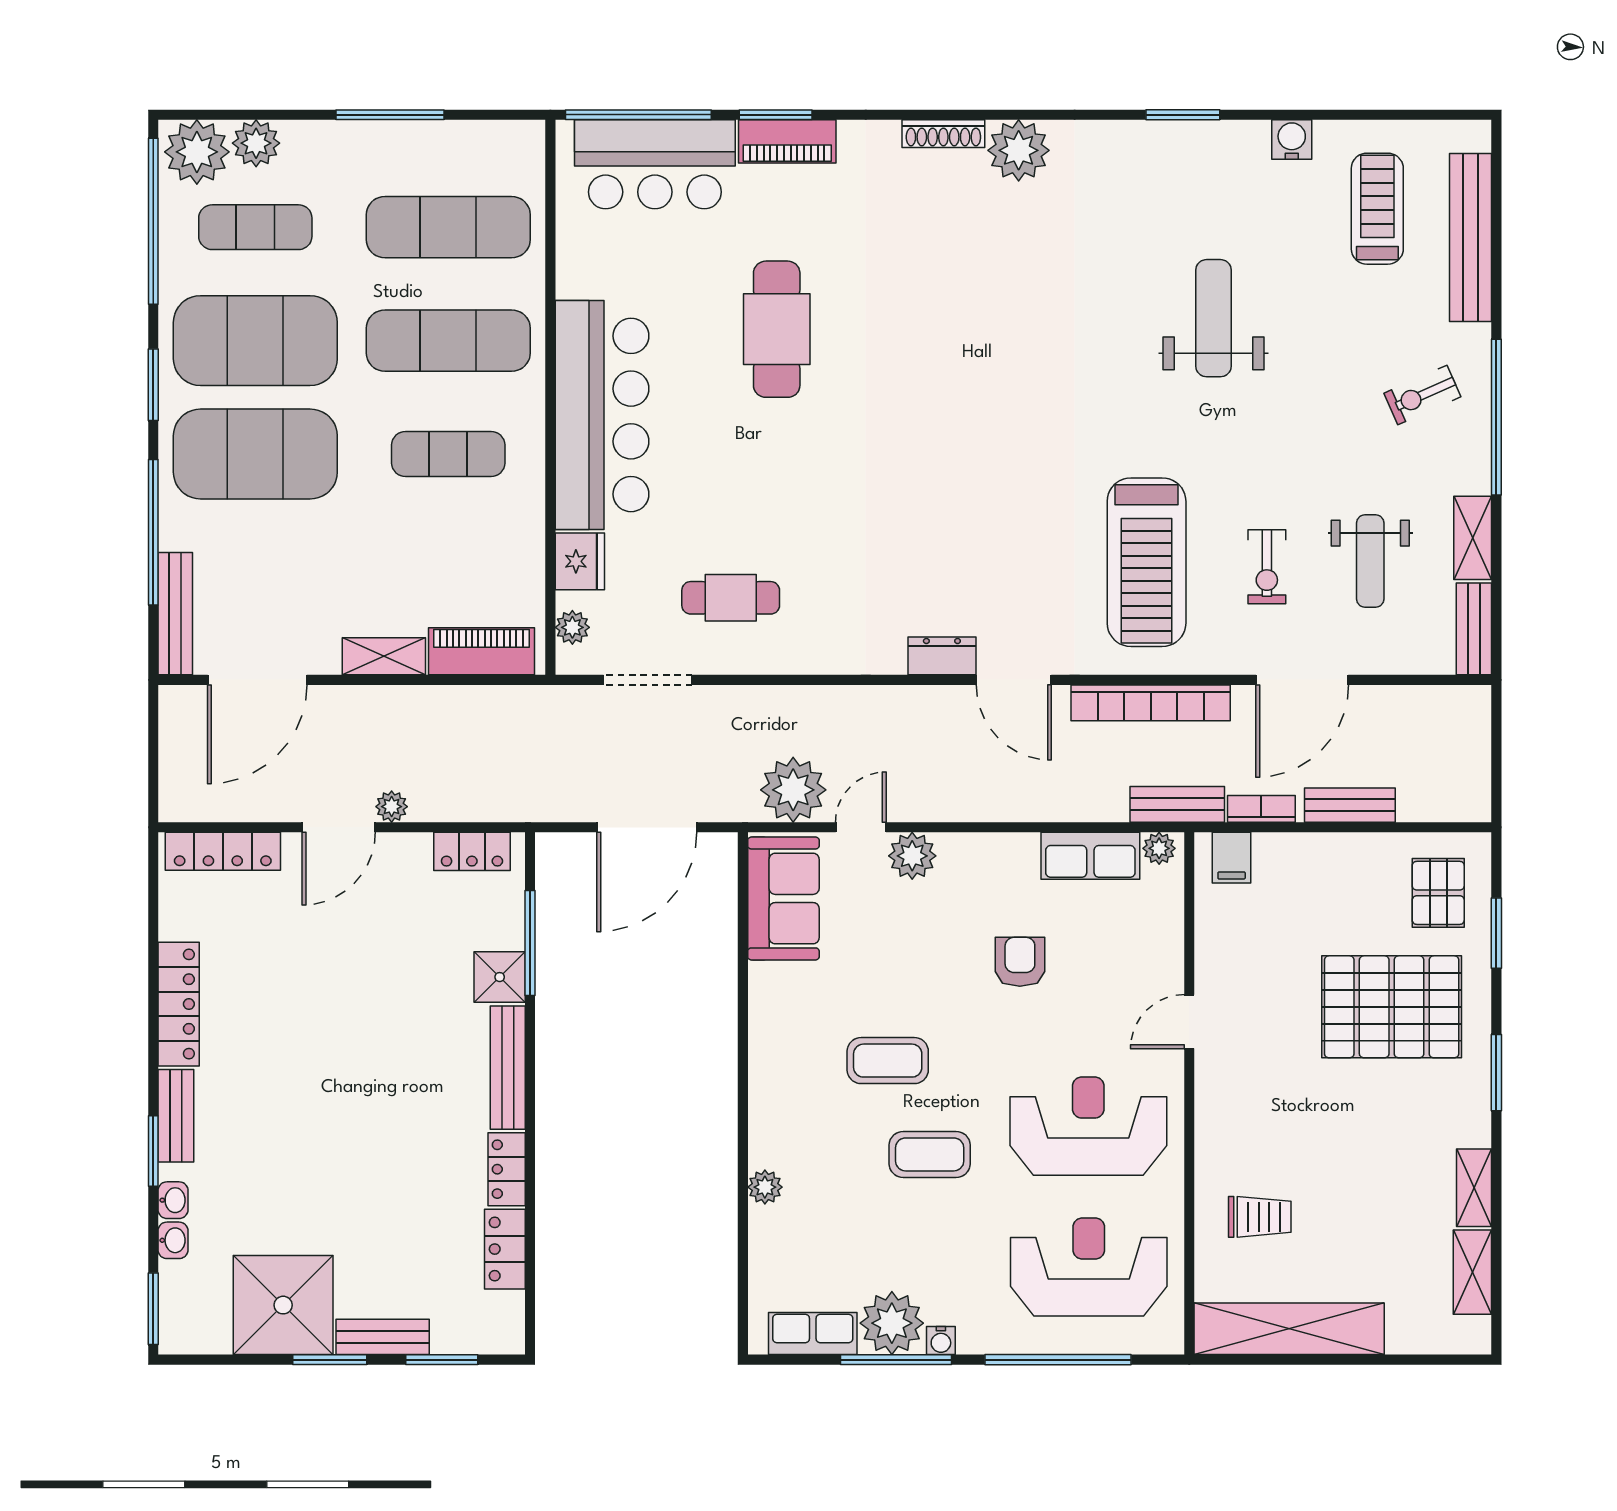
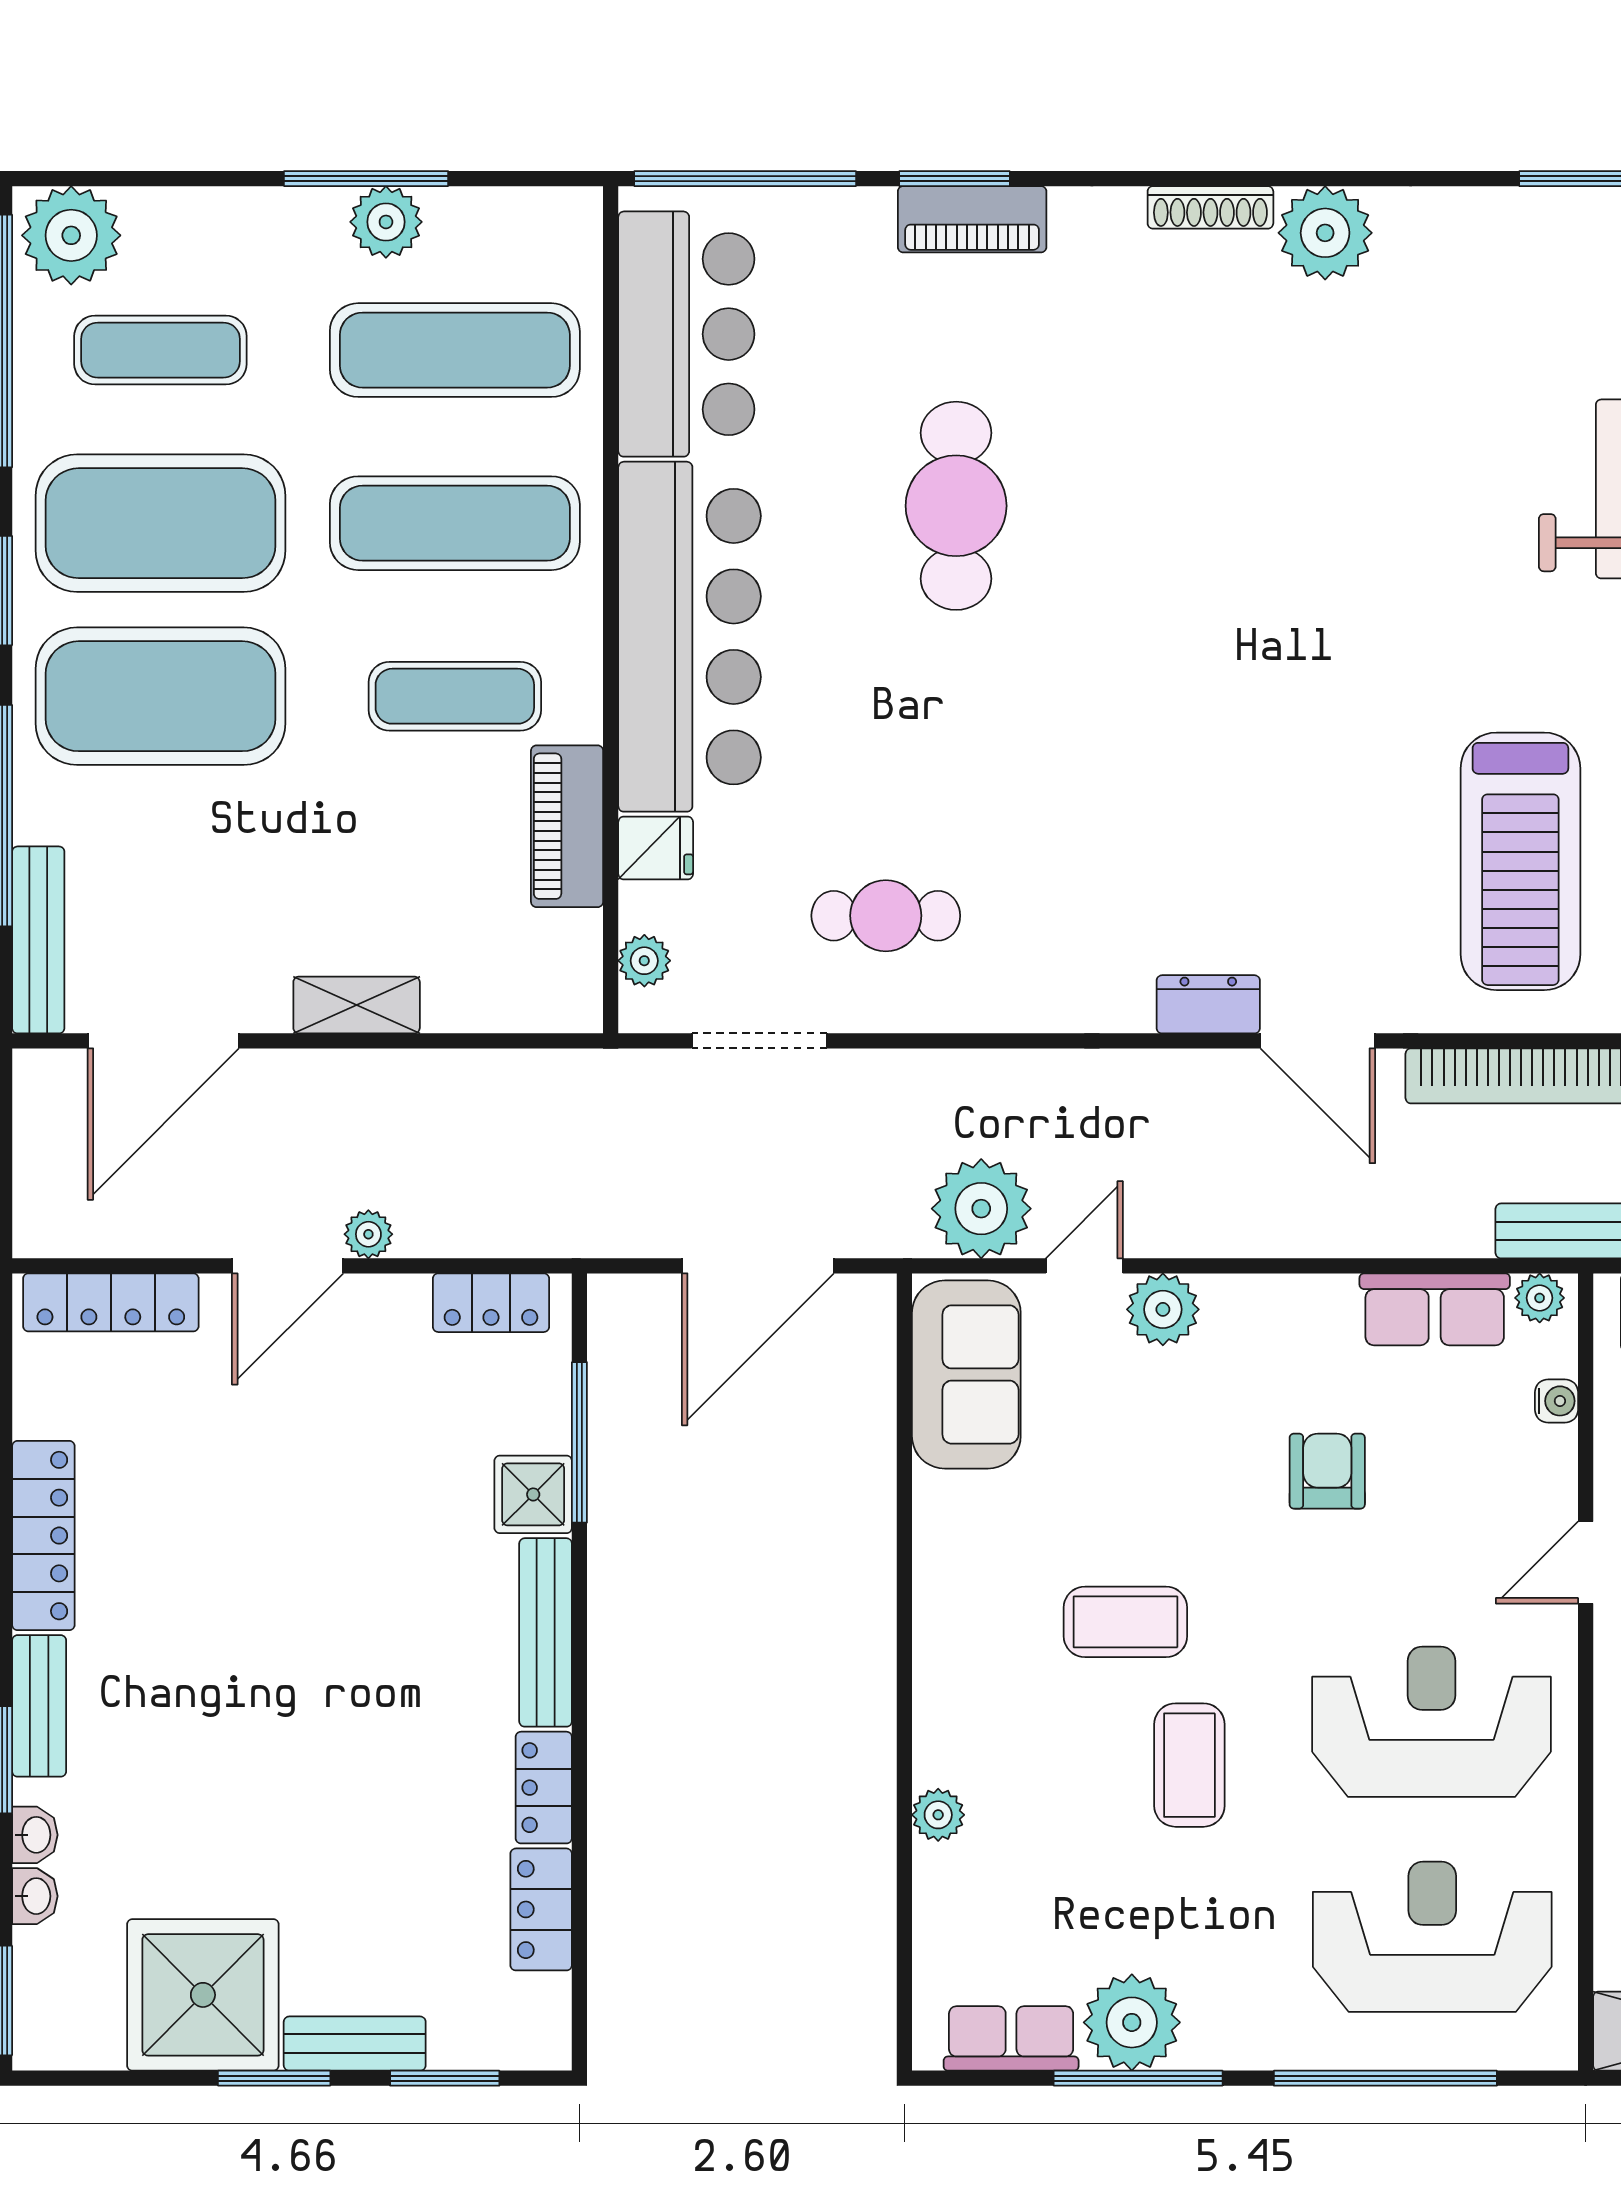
plant: (256, 143) -> (386, 222), moved
bar counter: (655, 164) -> (686, 334), moved, turned -90
fridge: (580, 561) -> (656, 848), width x0.72
piano: (482, 651) -> (567, 826), moved, turned -90
coffee table: (930, 1154) -> (1189, 1765), turned 90
water cooler: (941, 1341) -> (1556, 1401), moved, turned -90

